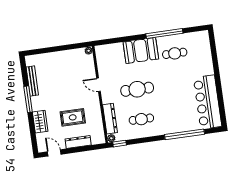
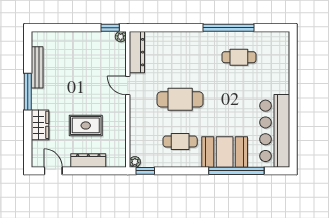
window: (80, 45) -> (110, 28), added
booth: (141, 51) -> (225, 152), moved
dresser: (110, 119) -> (137, 52), moved

